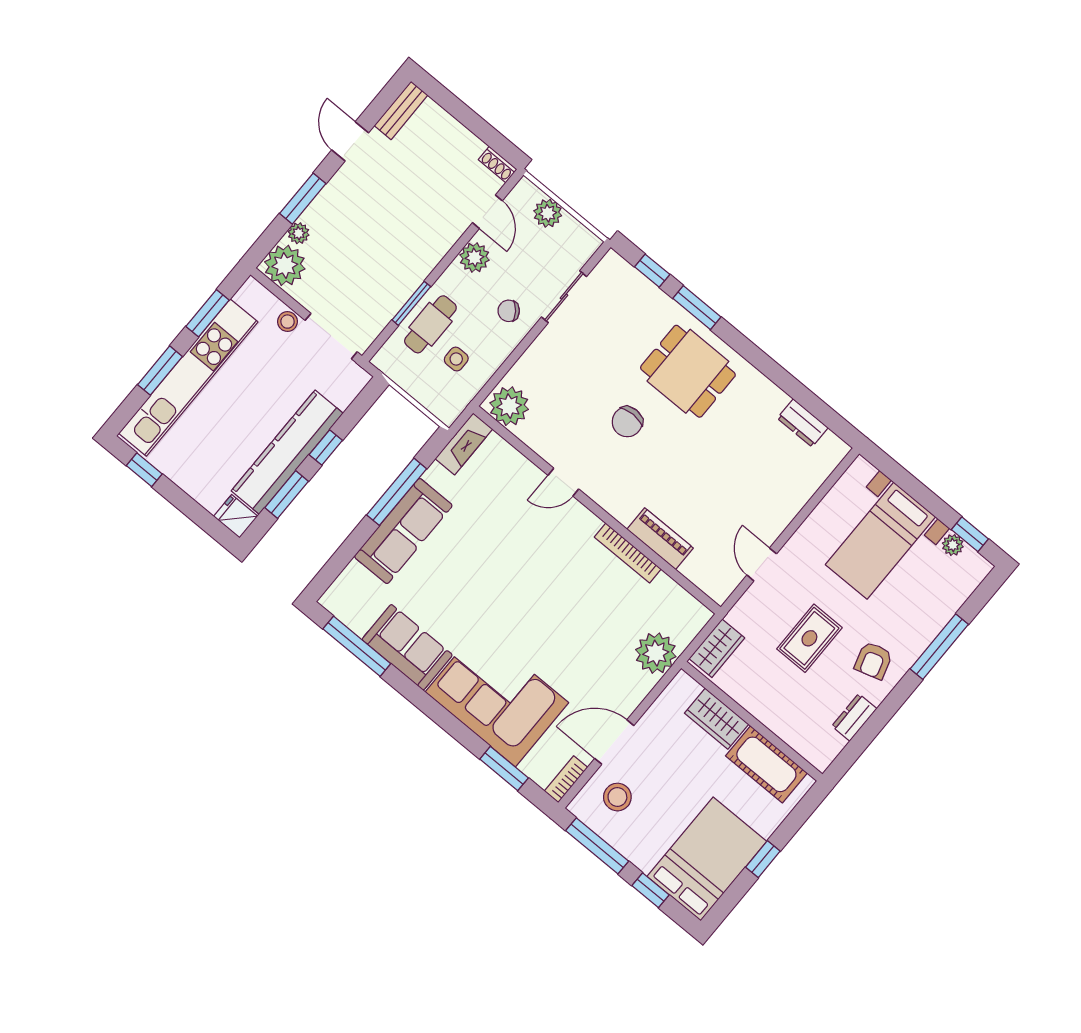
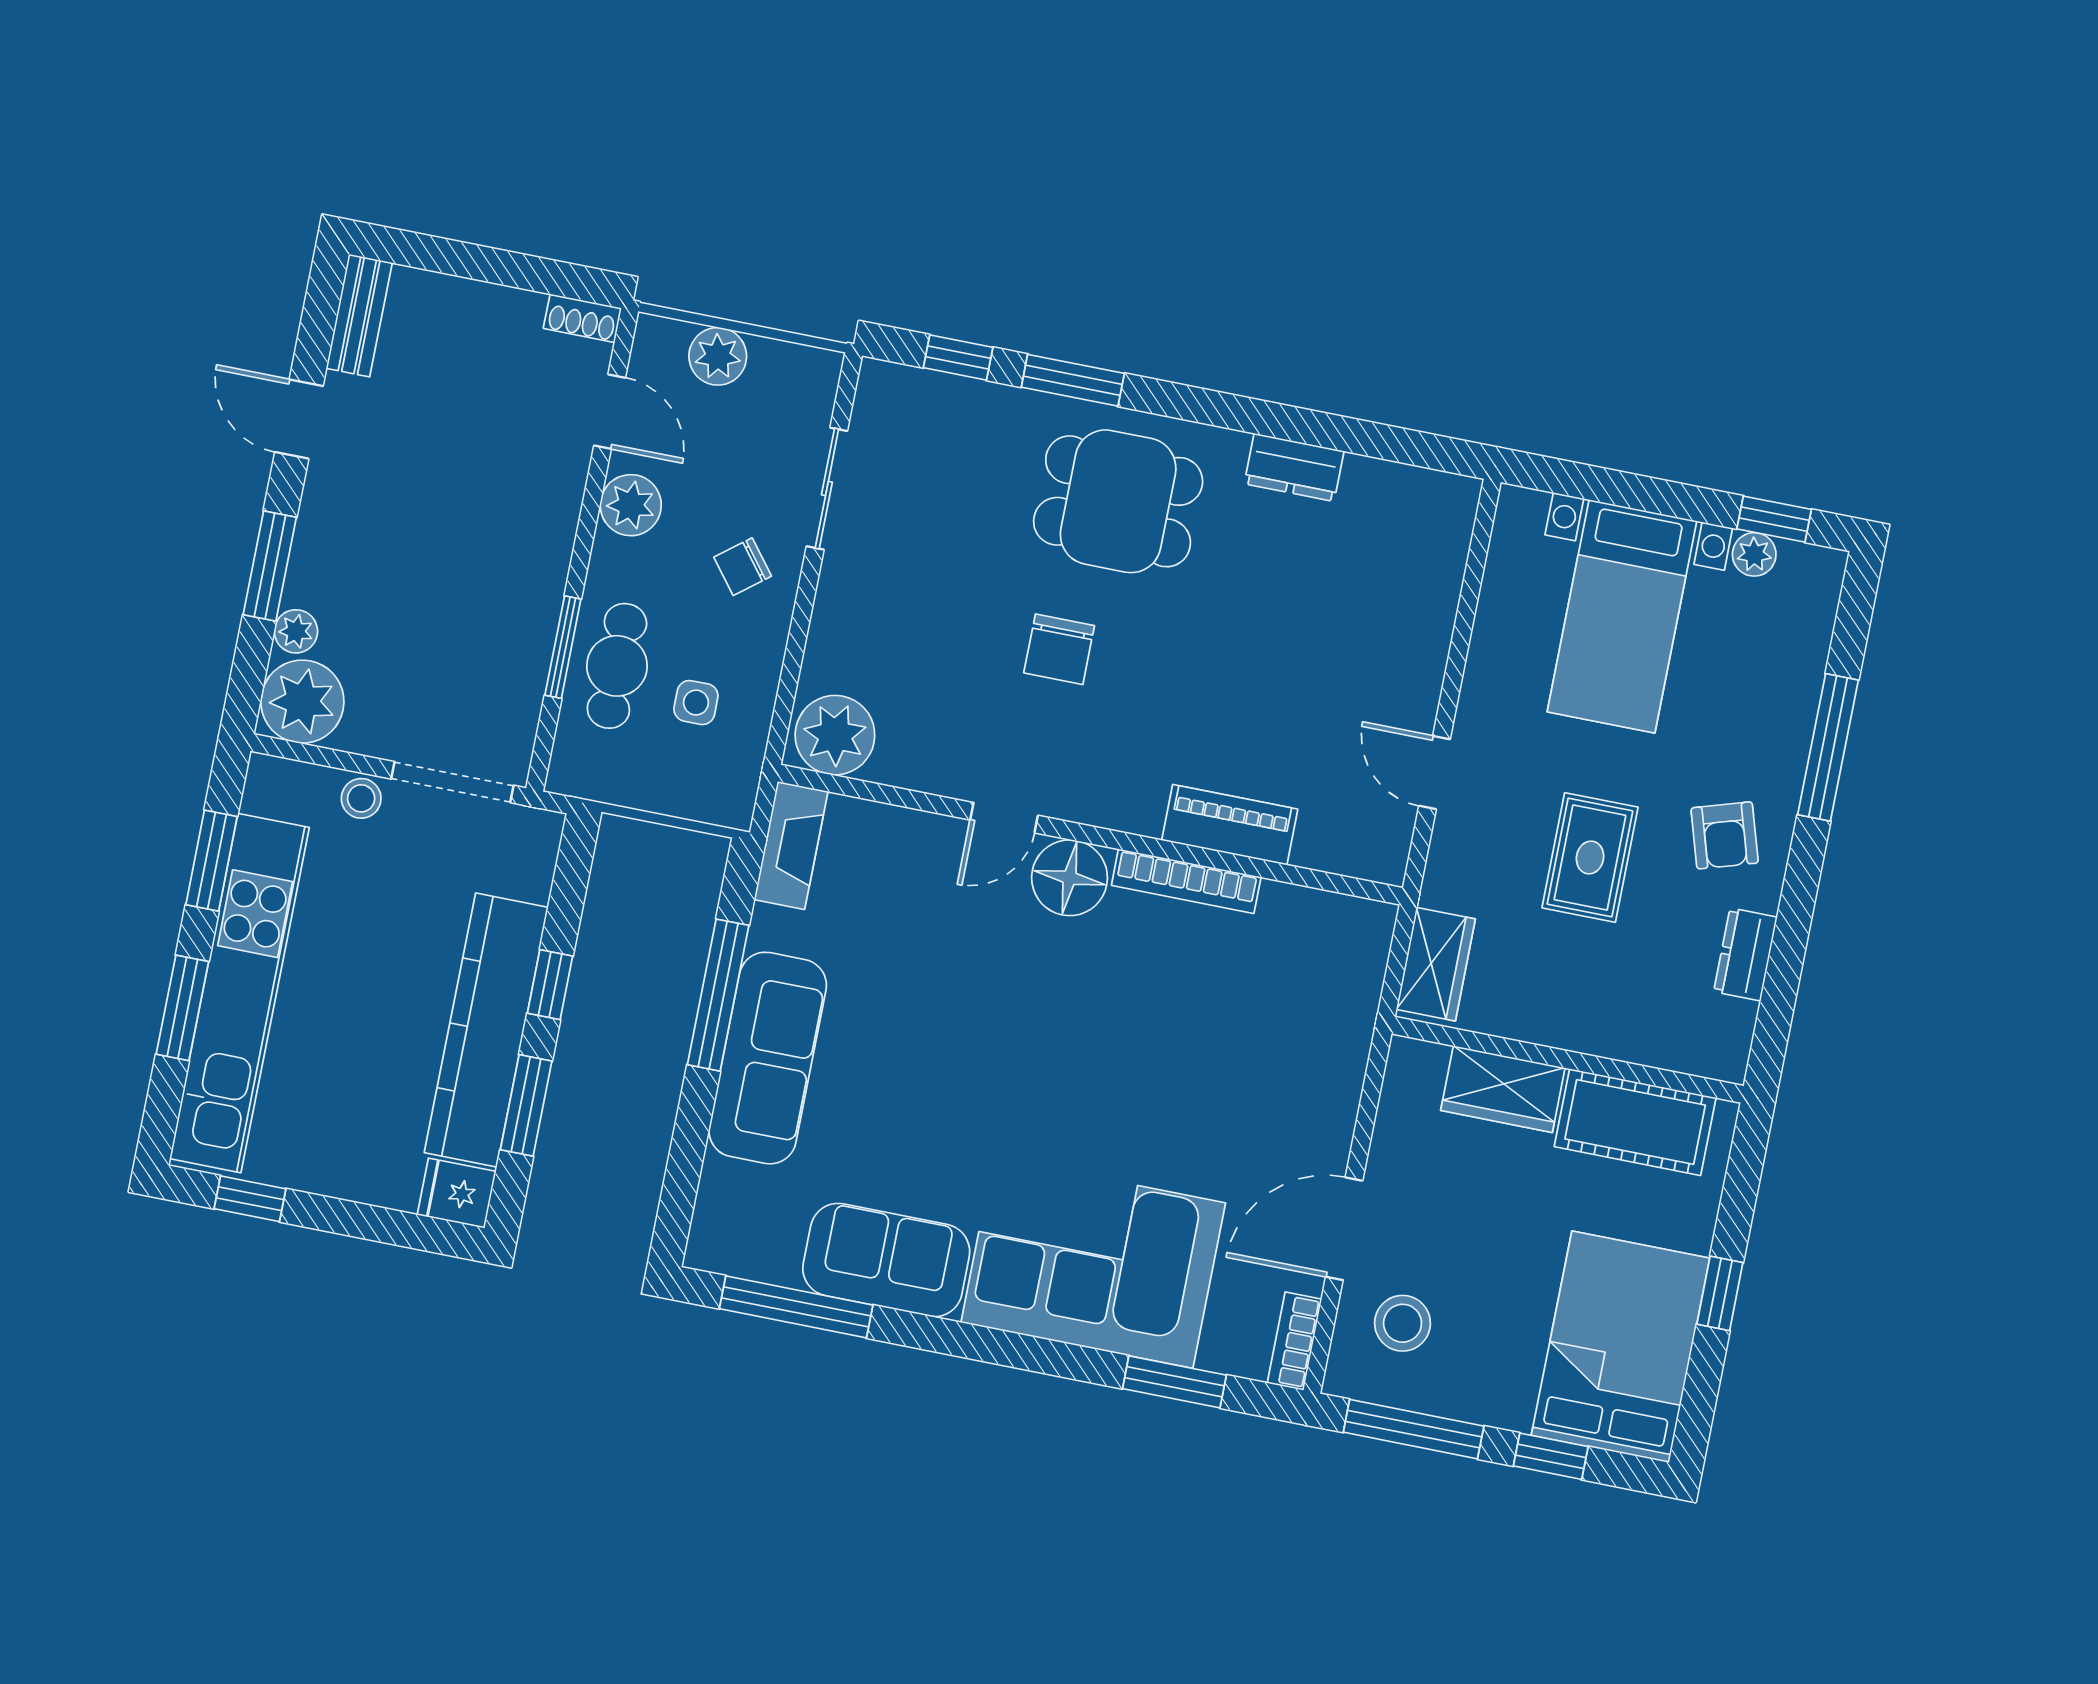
dresser: (803, 423) -> (1294, 467), moved
floor lamp: (578, 524) -> (1070, 878), added
plant: (656, 653) -> (1332, 1031), removed

